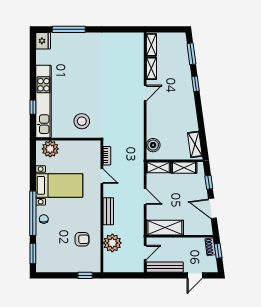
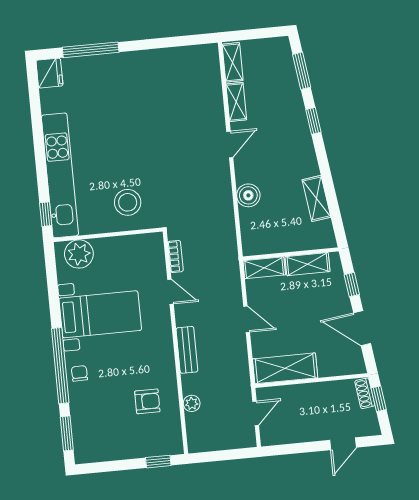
window: (33, 107) -> (46, 214), moved
shelving: (195, 144) -> (316, 198), moved
boiler: (153, 145) -> (248, 195), moved
plant: (112, 243) -> (192, 403), width x0.53, depth x0.53
bench: (165, 267) -> (291, 435), removed

